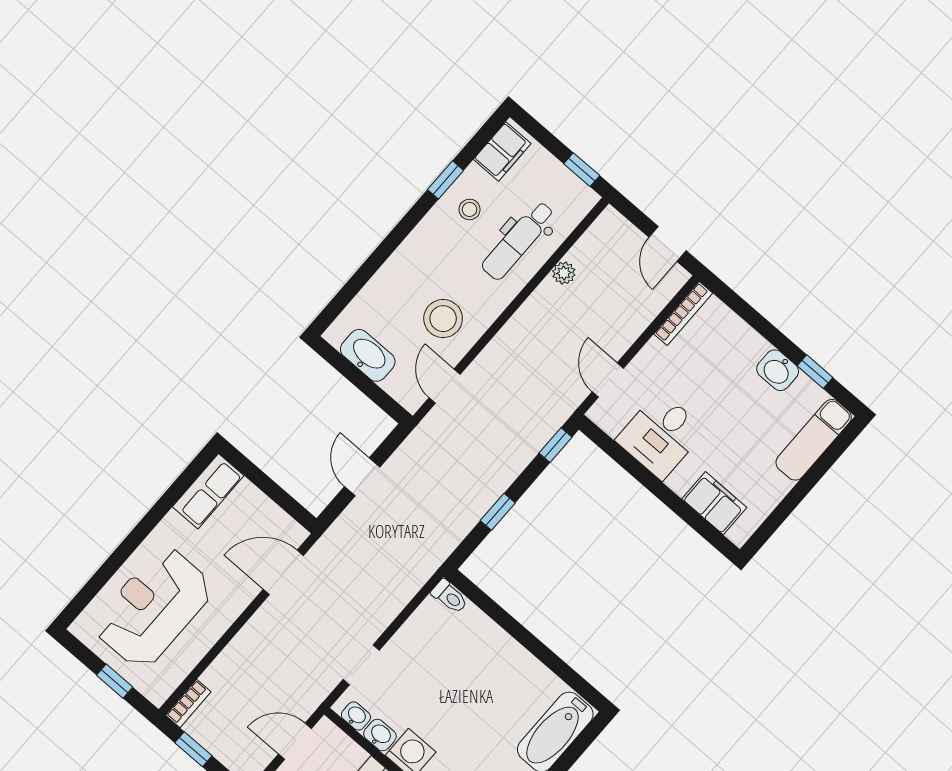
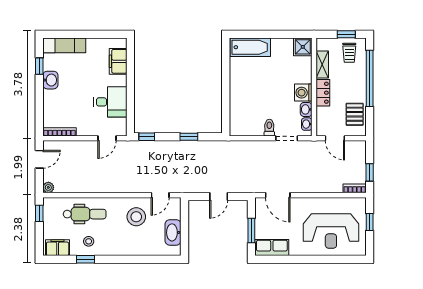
plant: (564, 273) -> (48, 187), moved
window: (263, 482) -> (251, 230), added
toilet: (450, 597) -> (269, 128), moved

